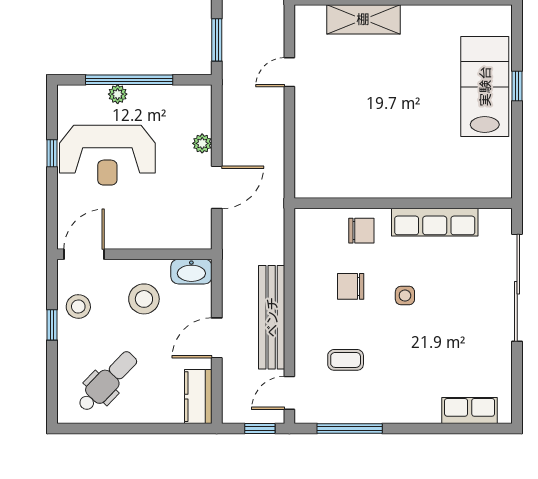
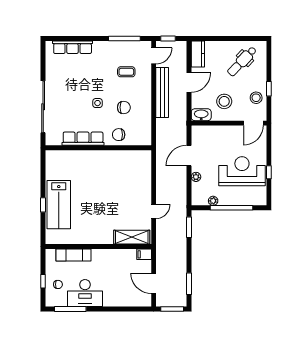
shelving: (363, 19) -> (132, 237), moved
plant: (118, 94) -> (213, 201), moved
row of seats: (470, 411) -> (73, 47), width x1.48

